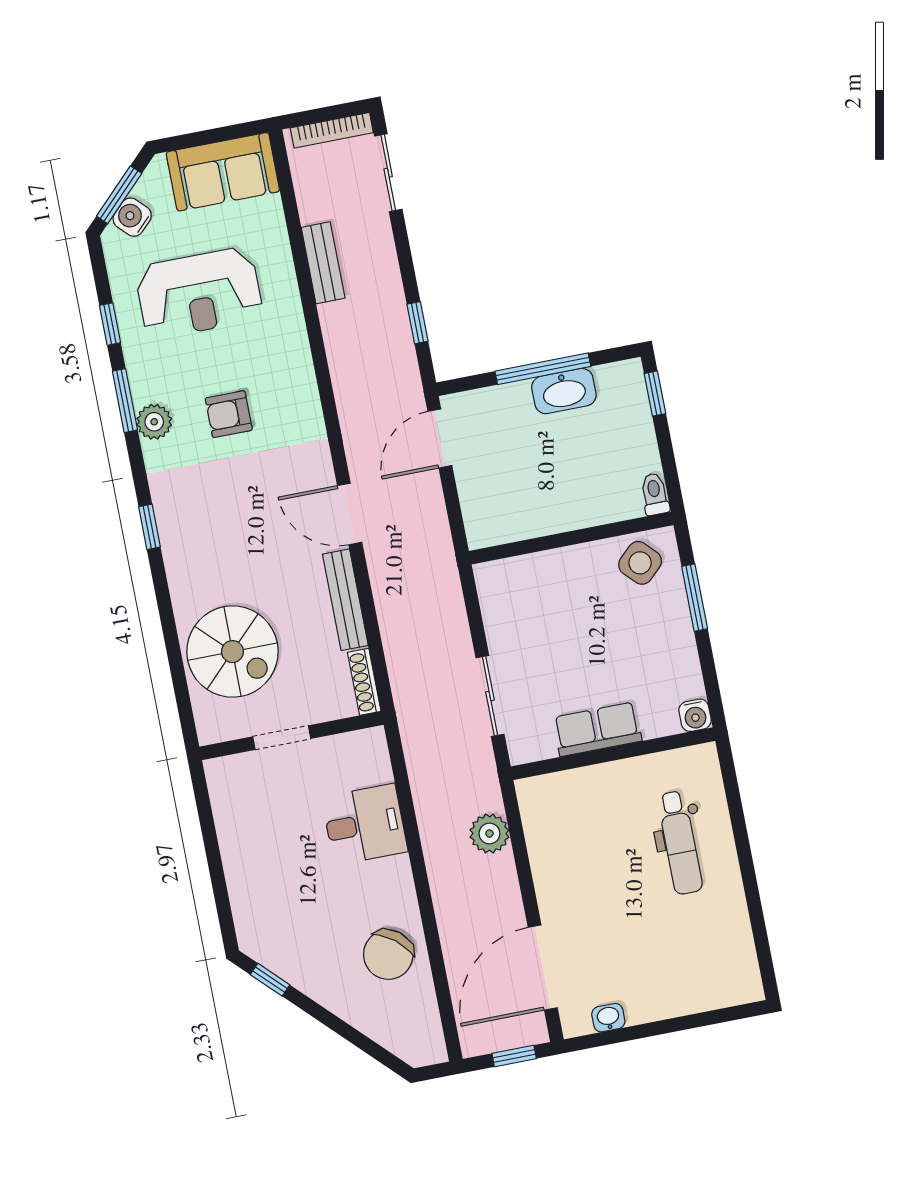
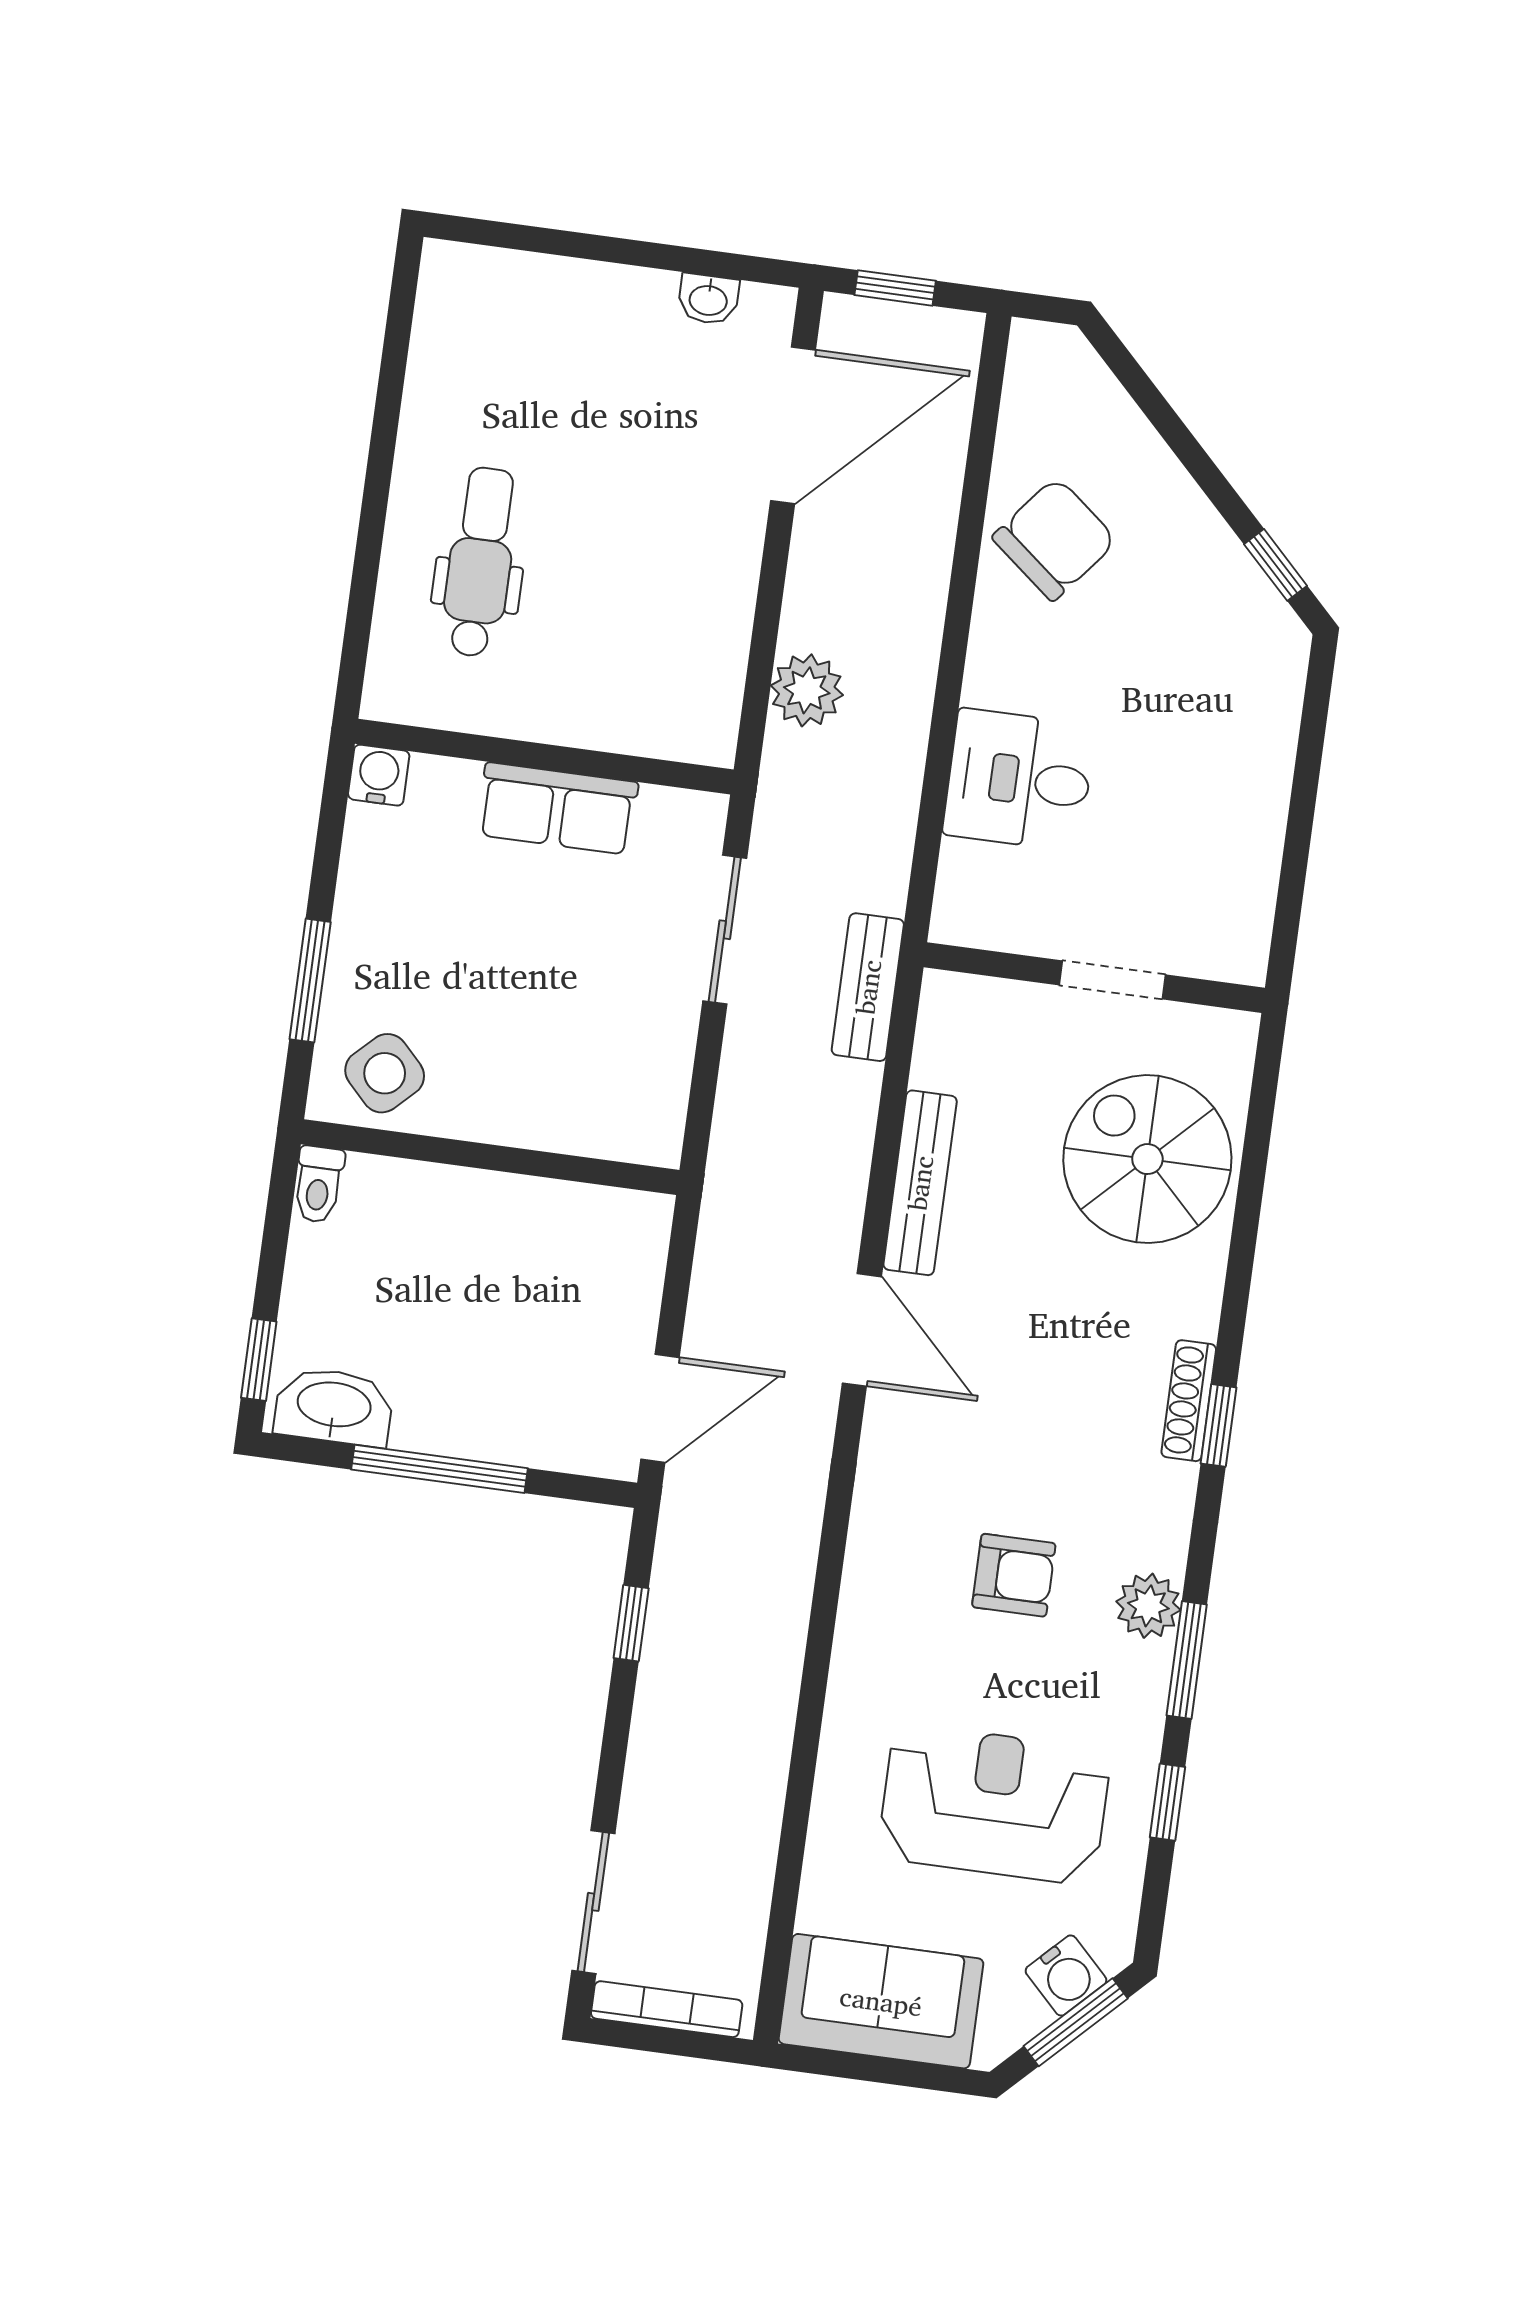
bench: (323, 263) -> (868, 987), moved
washbasin: (564, 391) -> (334, 1406), moved
shoe rack: (364, 682) -> (1189, 1401), moved, turned 180

